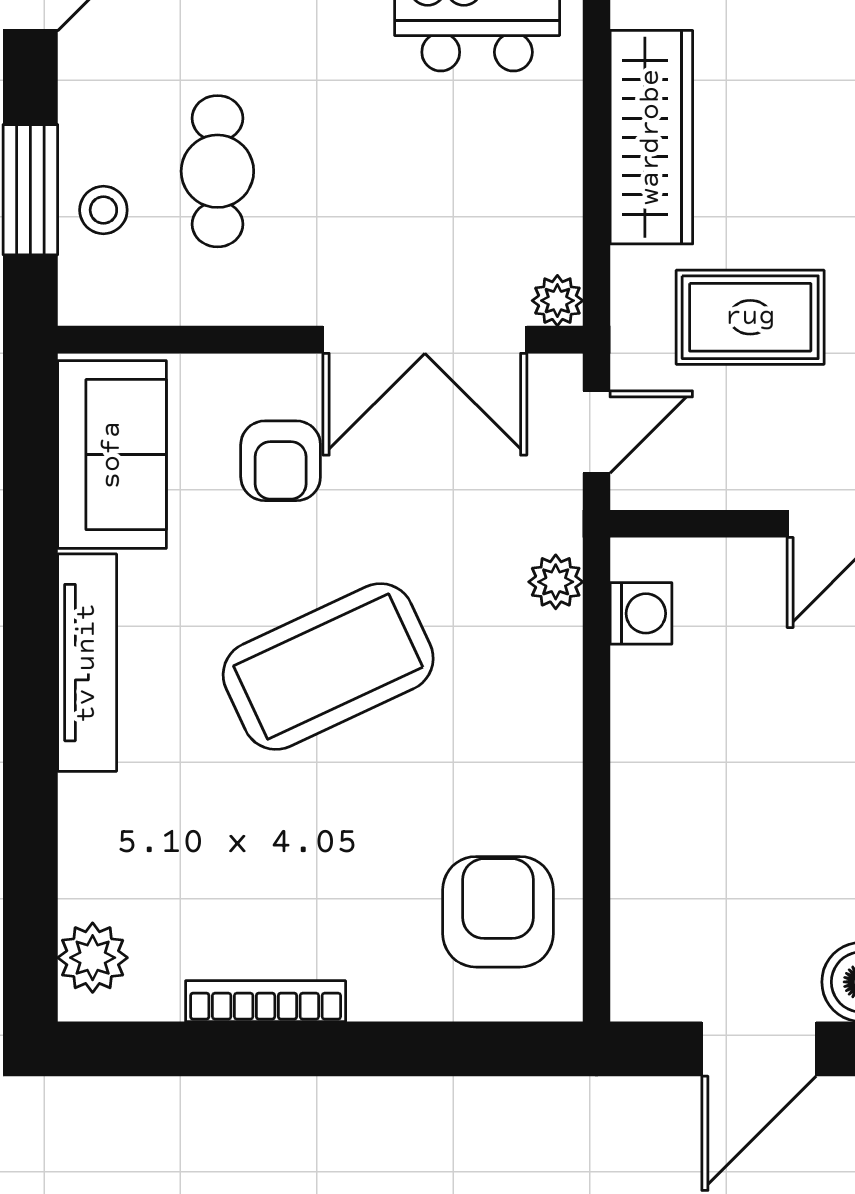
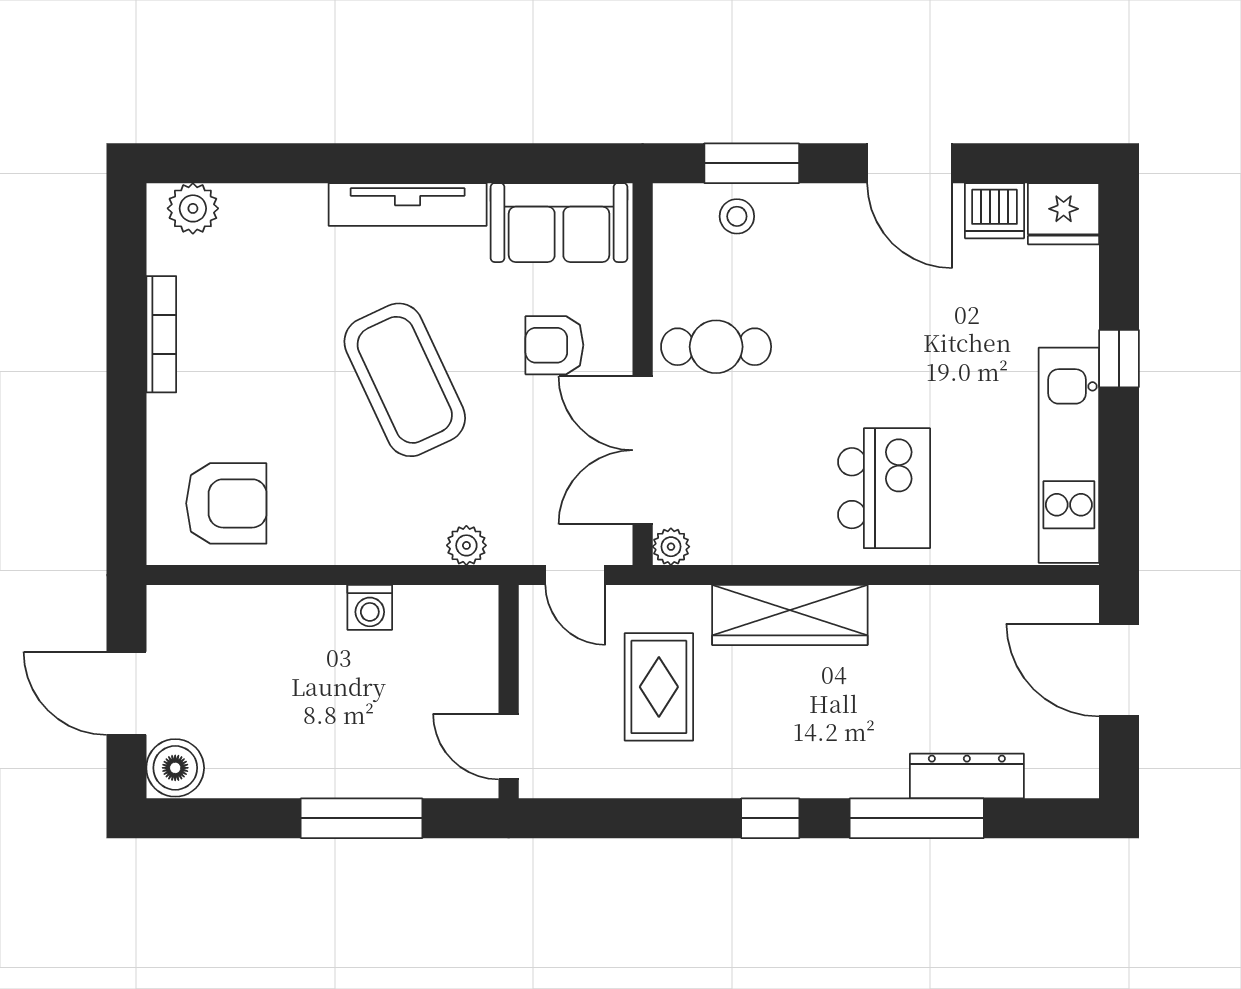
cafe table: (217, 171) -> (716, 347), moved
washing machine: (641, 613) -> (370, 607), moved

